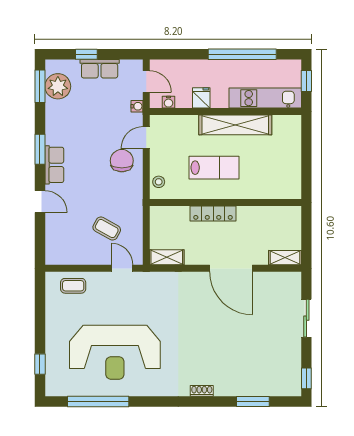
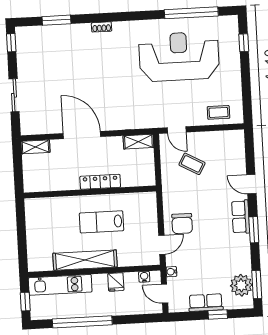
stool: (159, 182) -> (149, 207), removed

